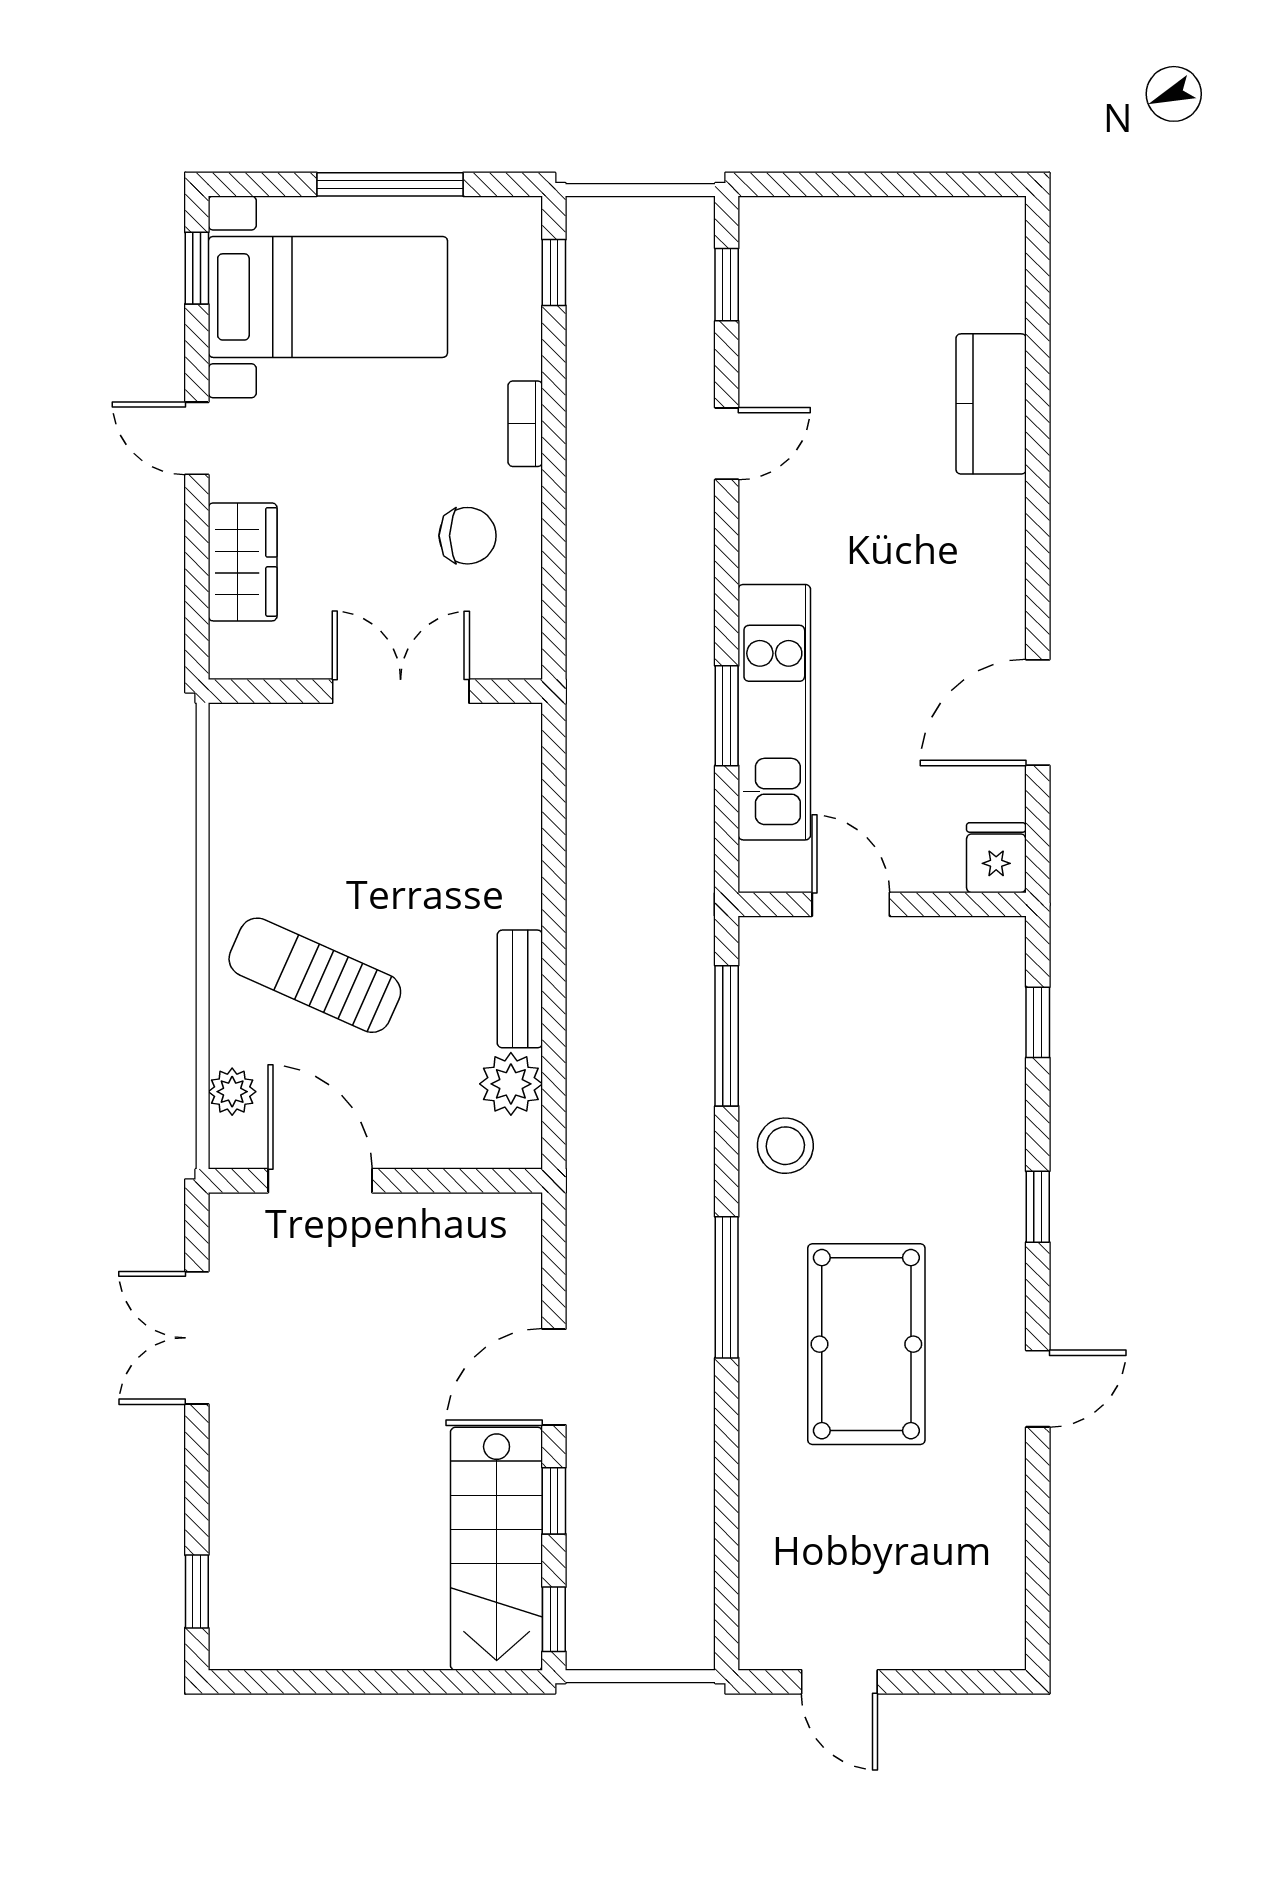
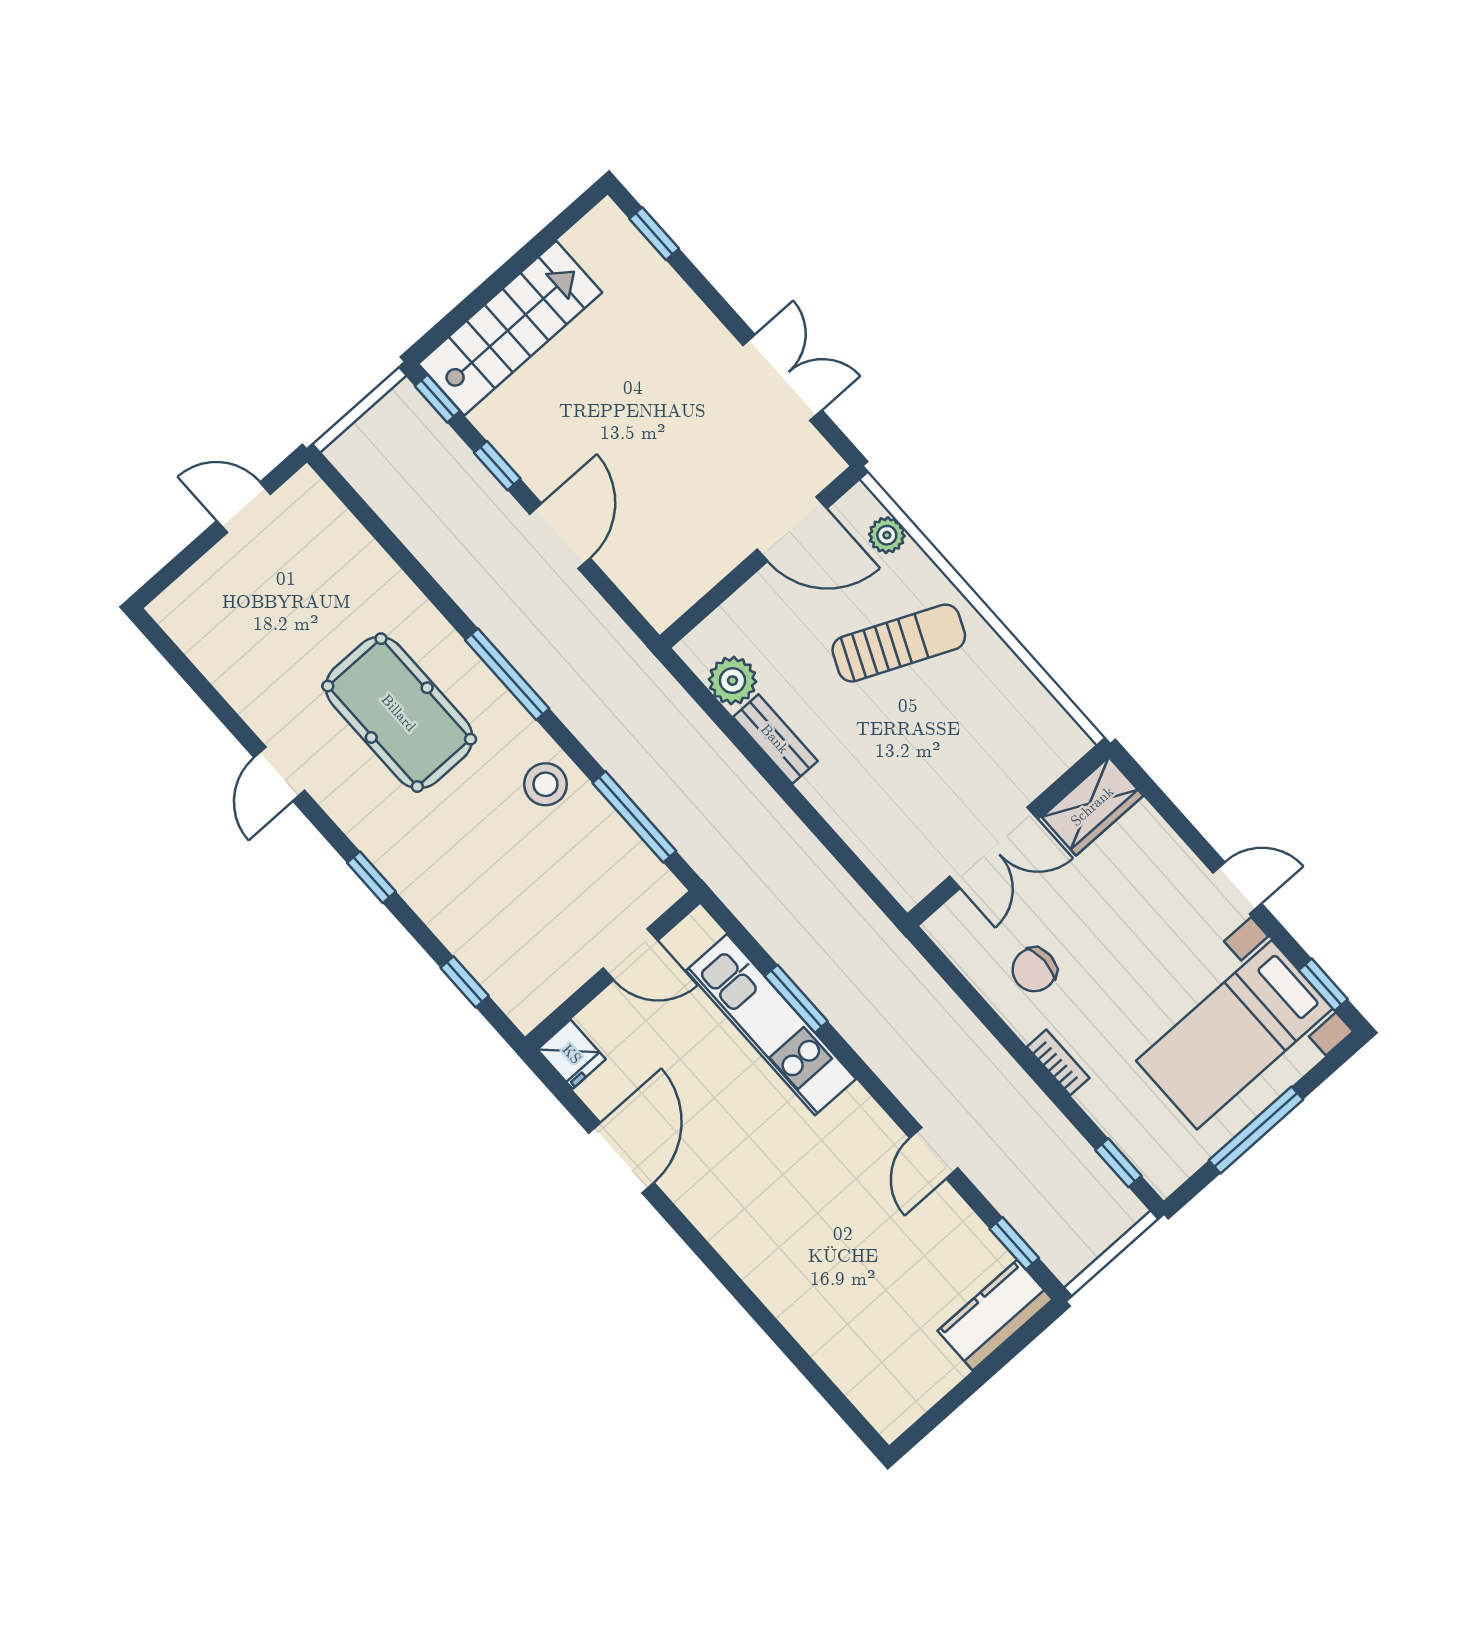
kitchen counter: (991, 404) -> (995, 1315), moved, turned -90
wardrobe: (243, 562) -> (1092, 806), moved, turned -90
stairs: (497, 1549) -> (510, 328), moved, turned 90

